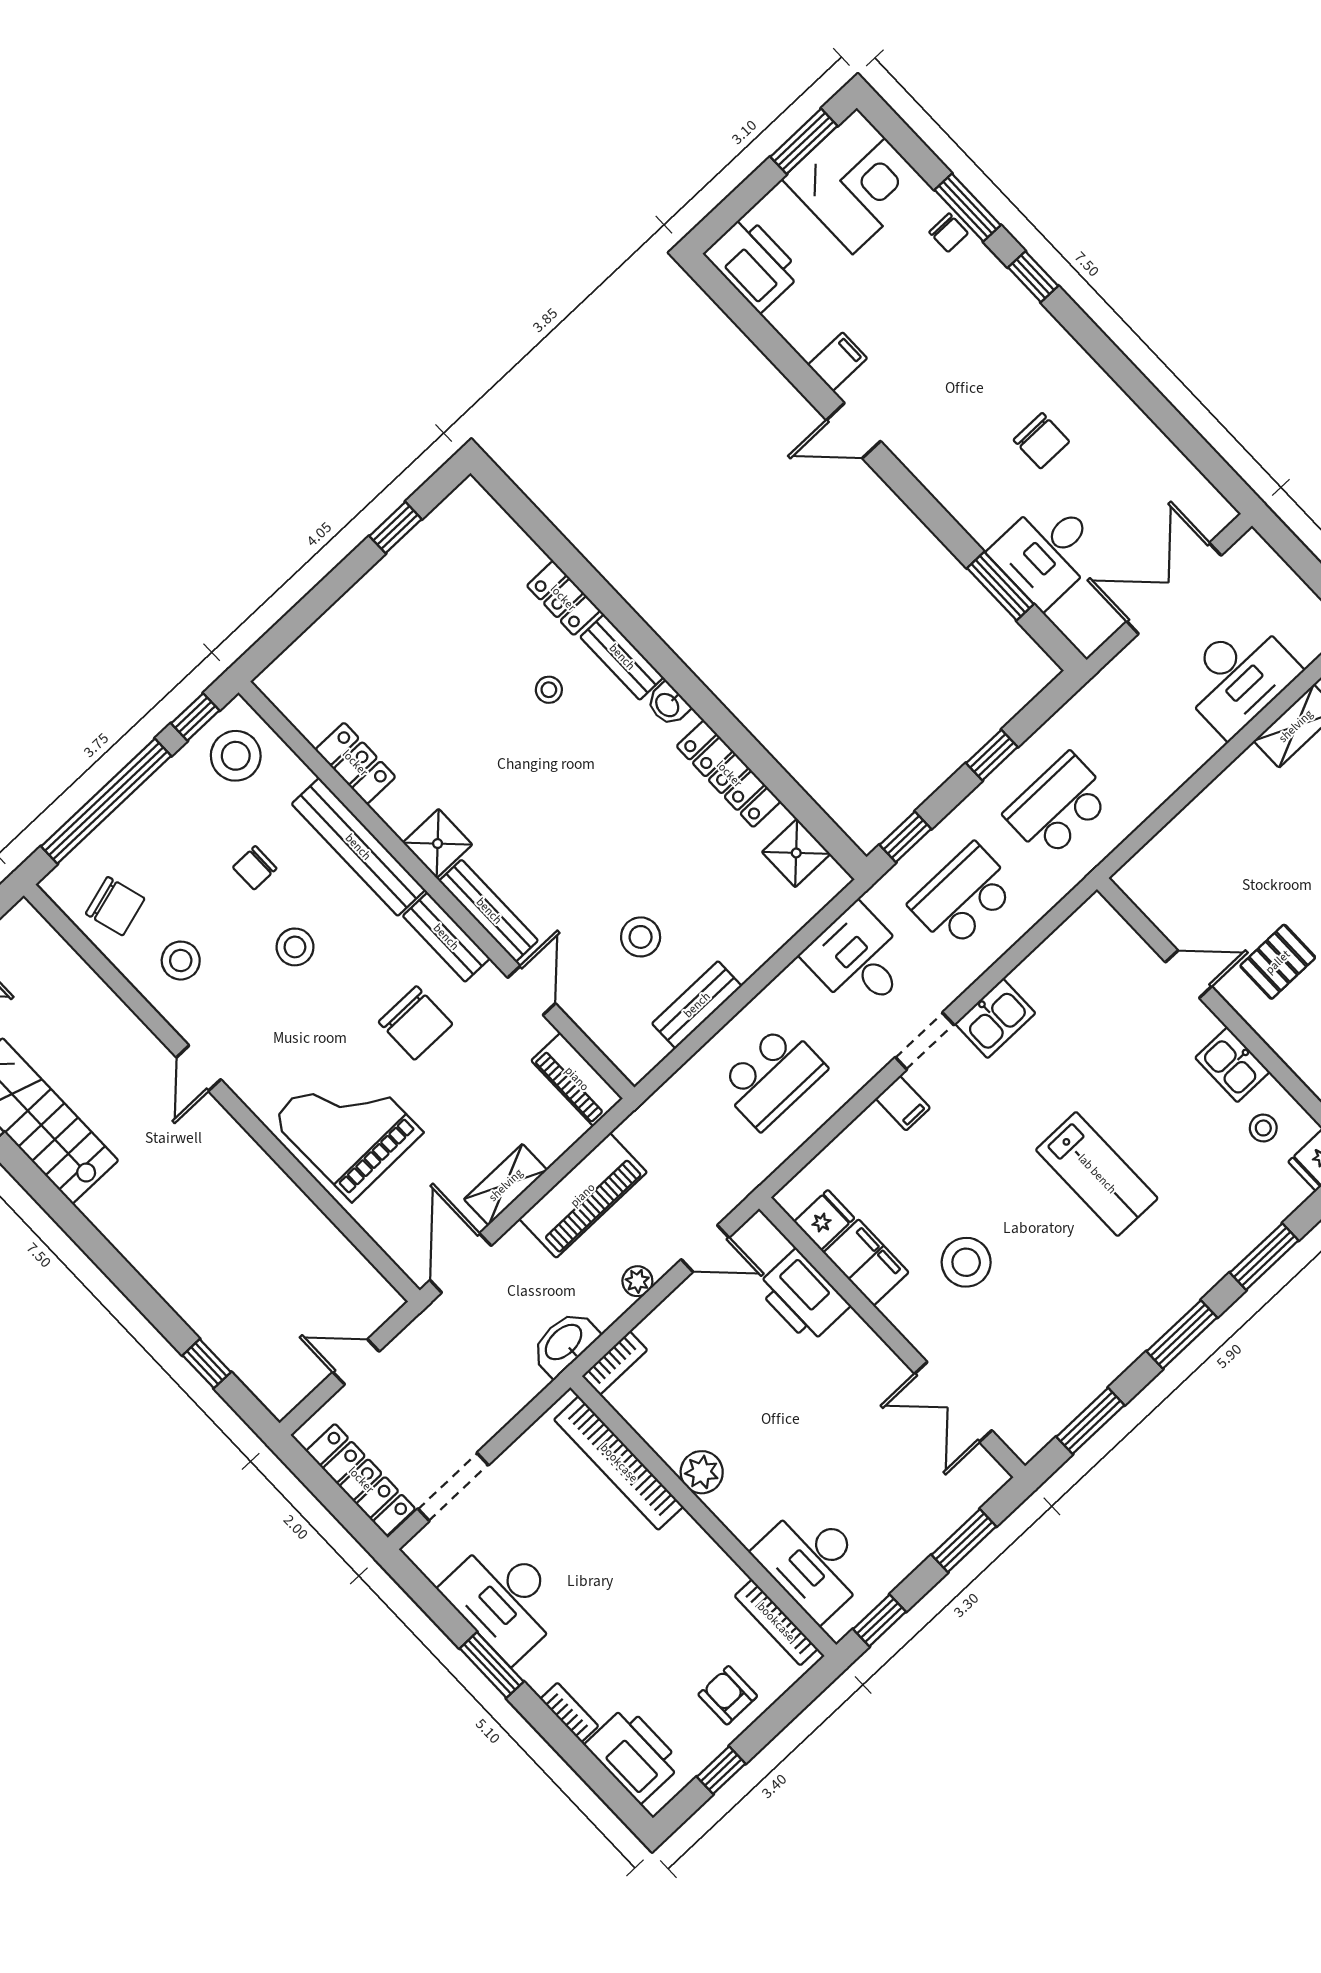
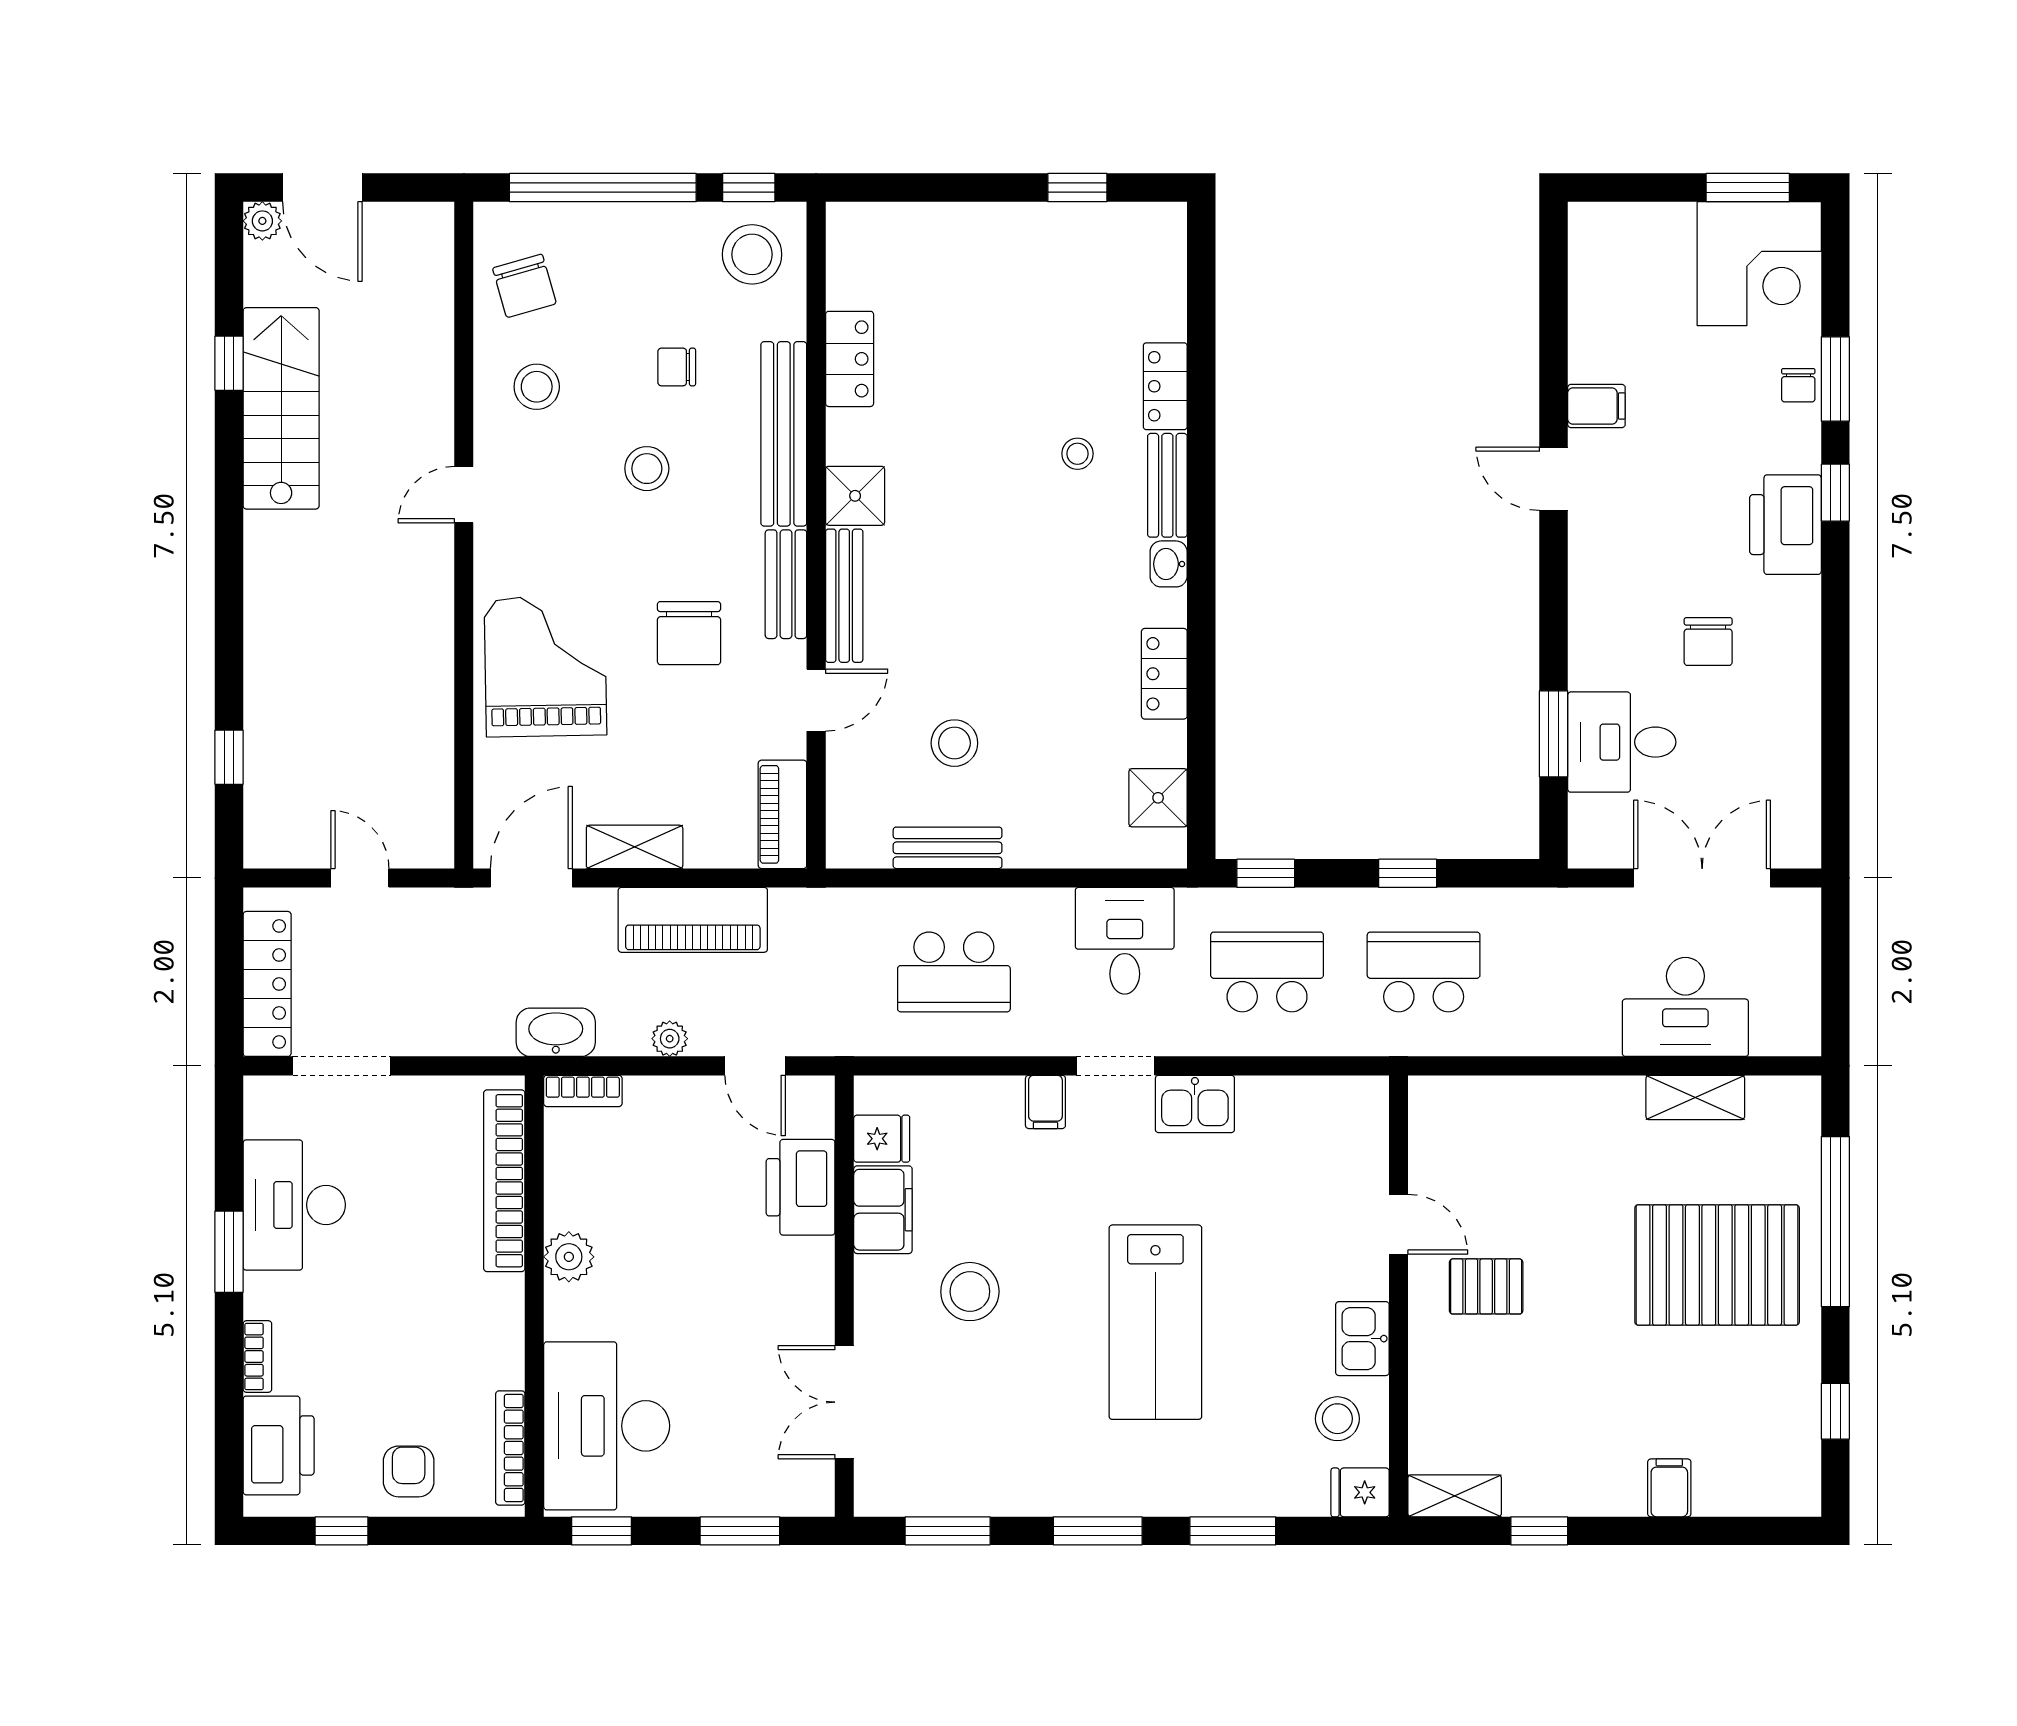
printer: (753, 263) -> (1785, 525), moved, turned 180
locker: (729, 774) -> (1164, 674), width x0.66
stool: (1263, 1128) -> (1337, 1419), width x1.37, depth x1.37
lab bench: (1097, 1174) -> (1155, 1322), width x1.36, depth x1.39
desk: (813, 1562) -> (607, 1426), width x1.36, depth x1.30

